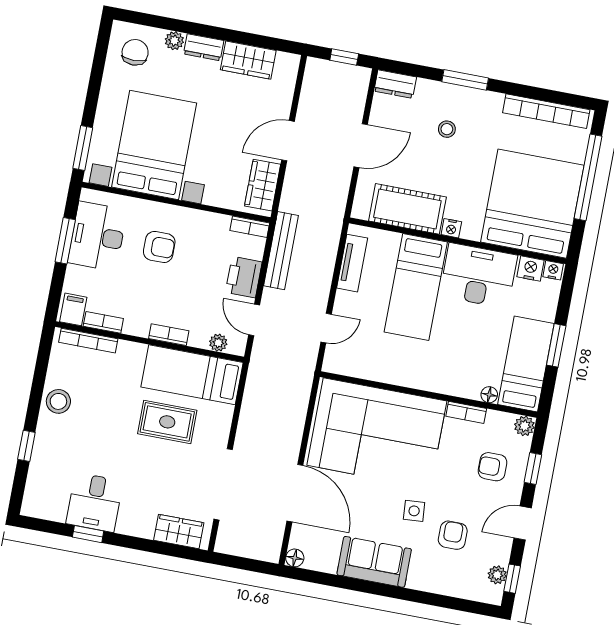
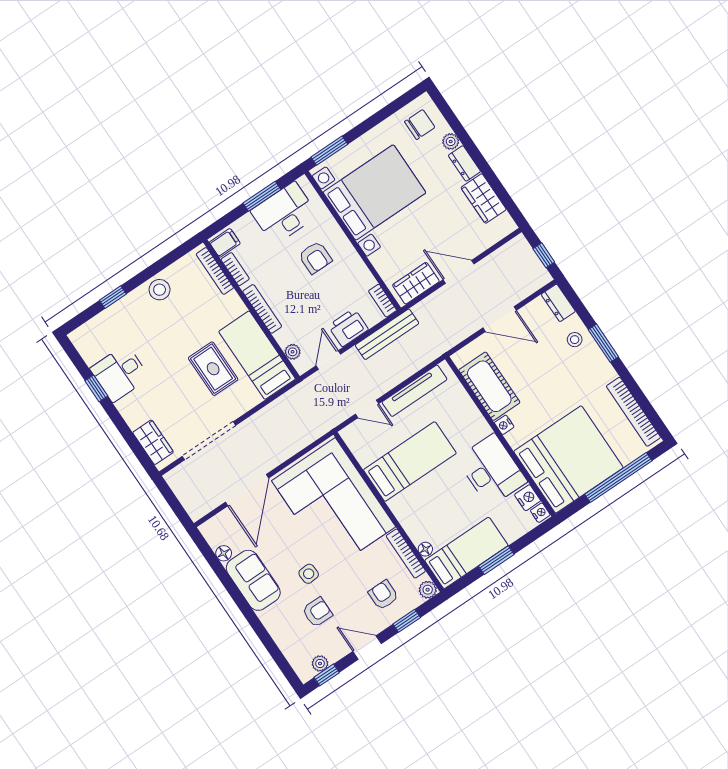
stool: (447, 129) -> (575, 340), moved
tv unit: (352, 263) -> (414, 391), width x1.41
bed: (416, 287) -> (410, 462), moved, turned 180
bookcase: (169, 335) -> (262, 309), width x1.56
bookcase: (466, 412) -> (406, 554), width x1.56
floor lamp: (295, 558) -> (224, 553), moved

